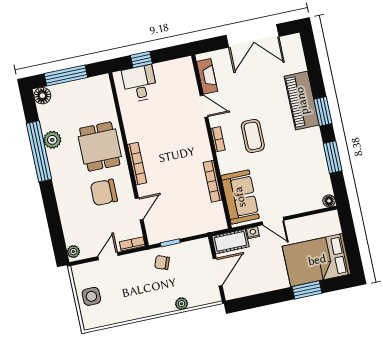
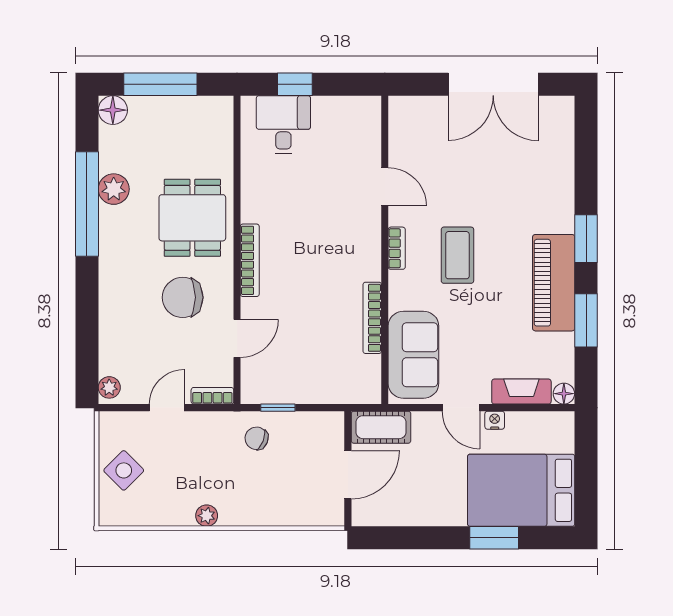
fireplace: (207, 76) -> (521, 392), moved, turned -90
piano: (302, 101) -> (554, 283), moved
nightstand: (253, 233) -> (495, 420), moved
side table: (91, 296) -> (124, 470), turned 45
plant: (182, 304) -> (207, 516), moved

